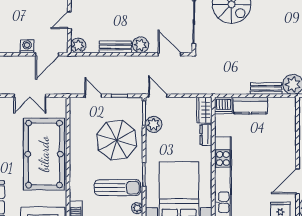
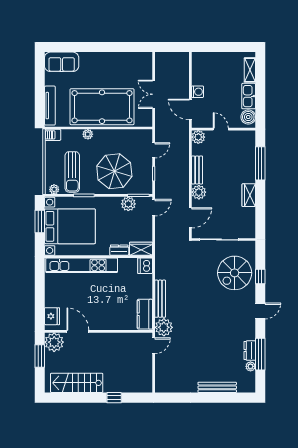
bench: (266, 88) -> (160, 299), width x1.36
kitchen counter: (250, 106) -> (145, 314), moved
plant: (75, 170) -> (88, 134), added

